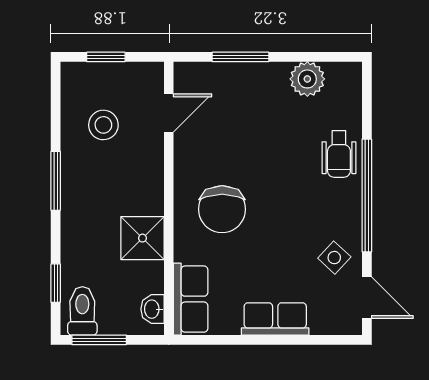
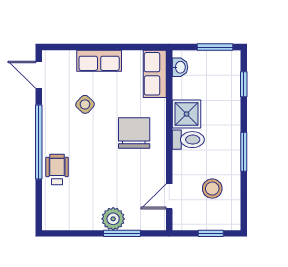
plant: (307, 79) -> (113, 219), moved
side table: (334, 258) -> (85, 104), moved
toilet: (82, 311) -> (188, 140), moved, turned -90

